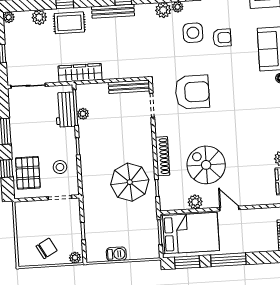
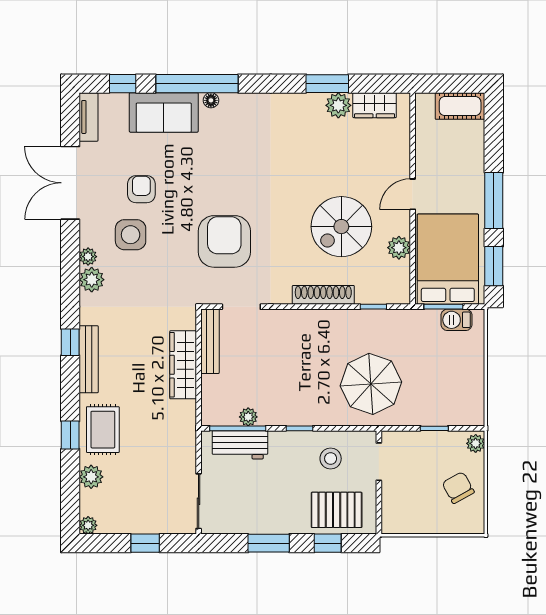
wardrobe: (80, 73) -> (183, 365), moved
parasol: (130, 182) -> (371, 384), moved
barbecue: (116, 254) -> (456, 320), moved, turned -90

